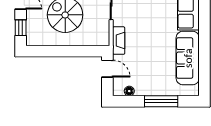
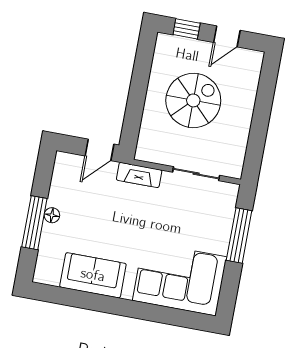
sofa: (188, 58) -> (93, 275), width x0.73
floor lamp: (129, 91) -> (52, 215), moved

